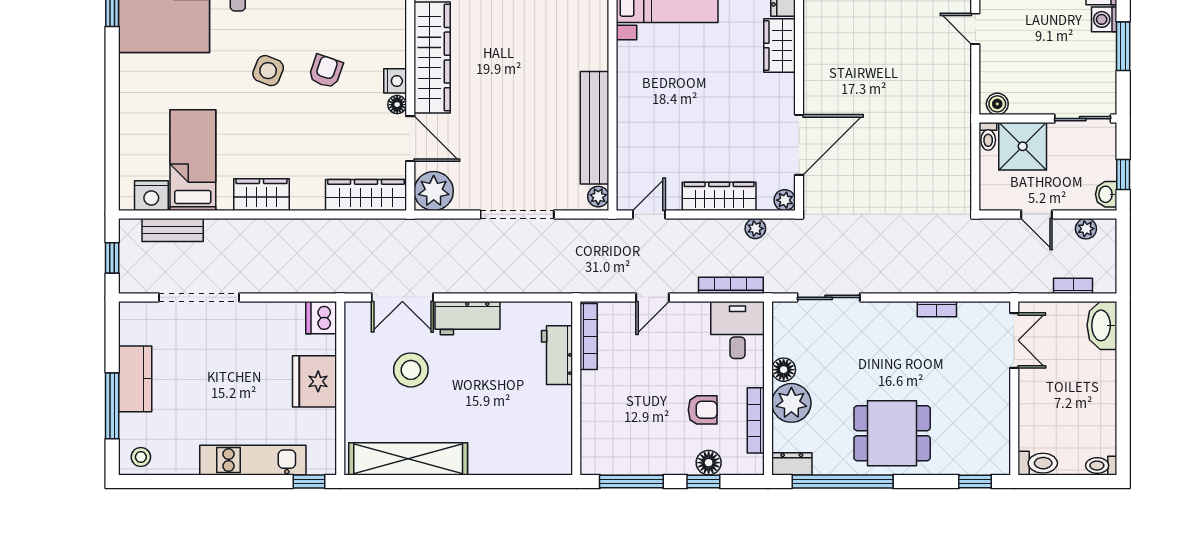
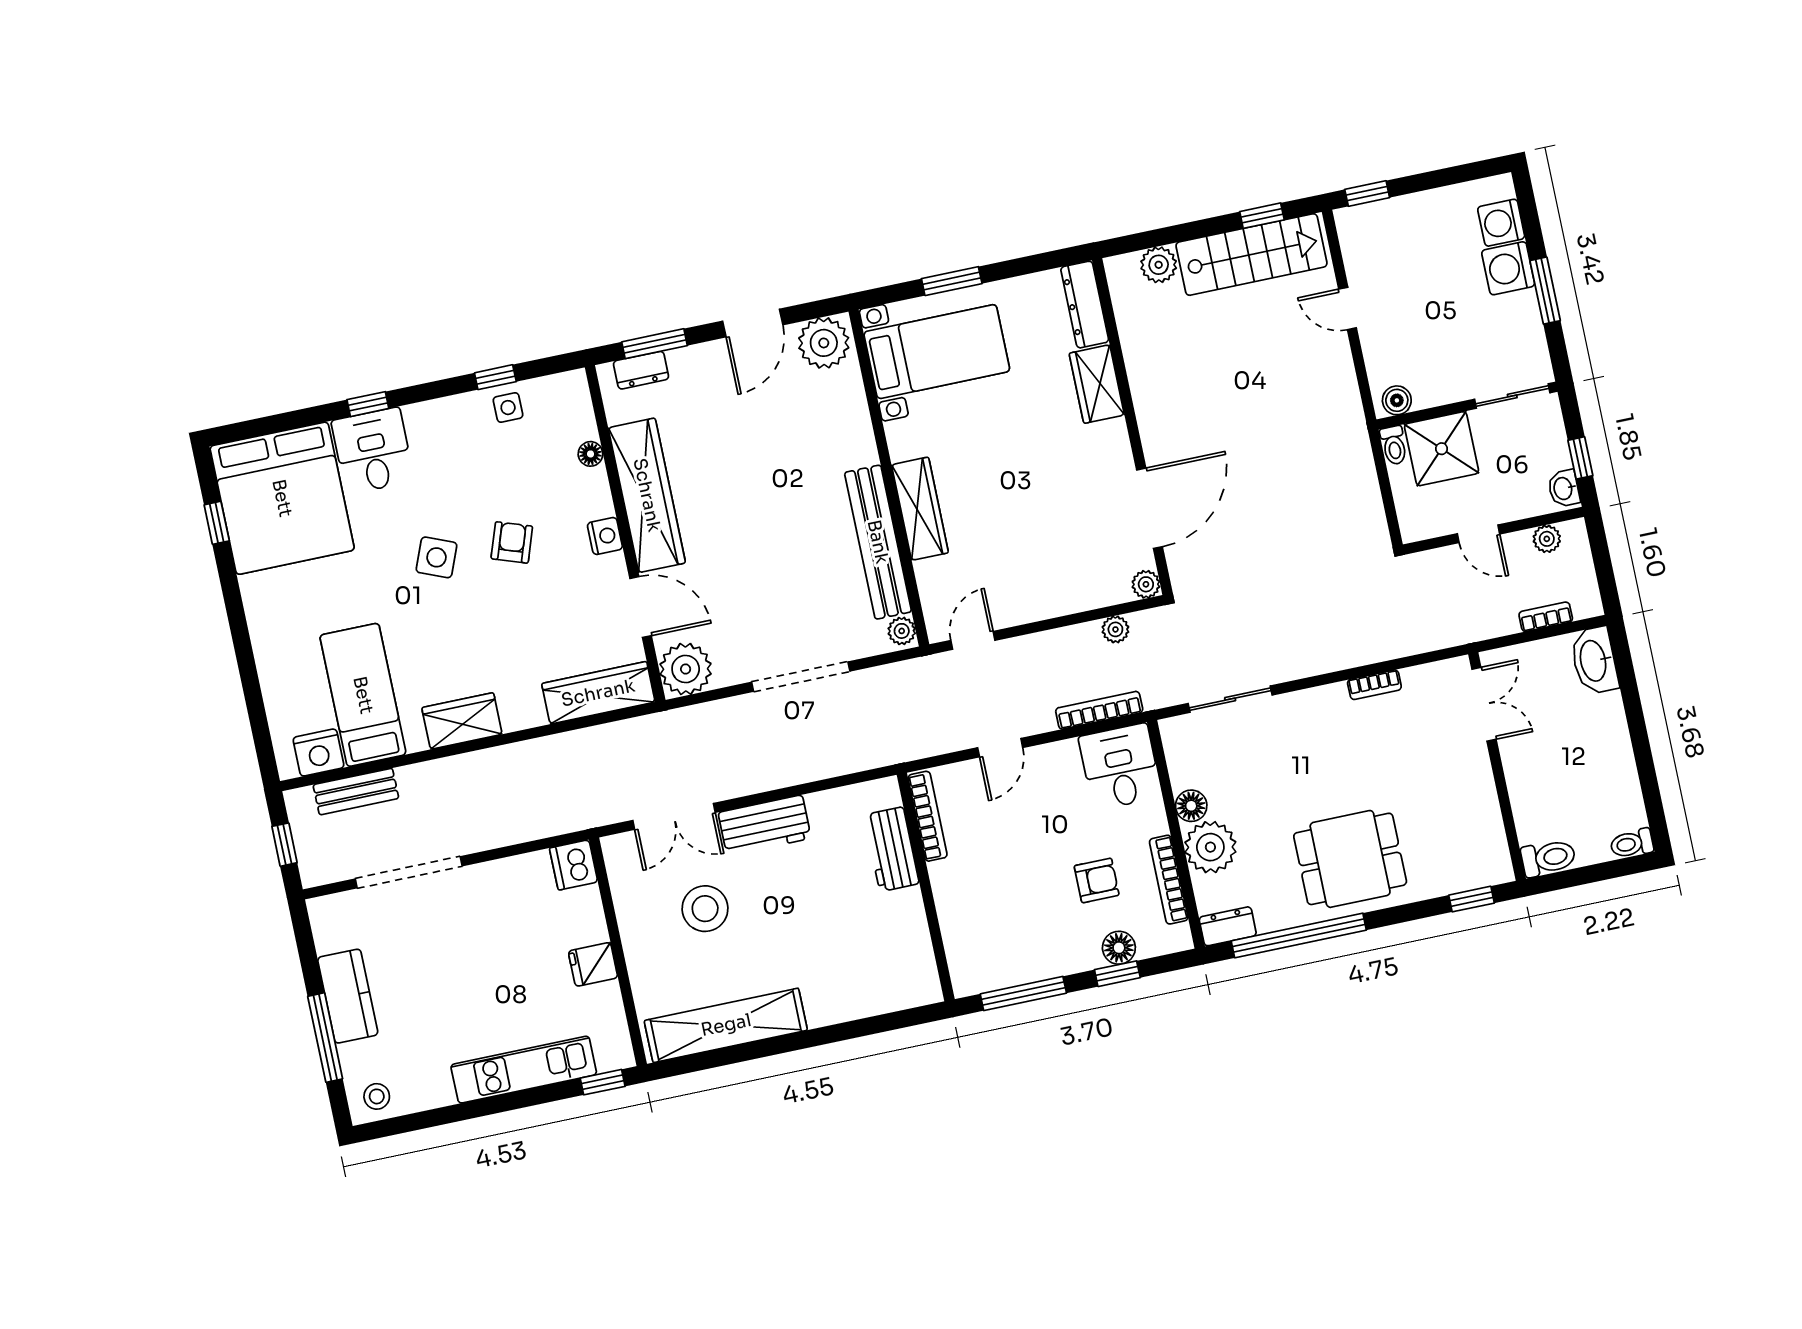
washing machine: (1104, 19) -> (1508, 268), width x1.38, depth x1.38
floor lamp: (397, 105) -> (590, 454), moved
wardrobe: (719, 196) -> (920, 509), moved, turned 90
fridge: (315, 381) -> (593, 964), width x0.53, depth x0.75

